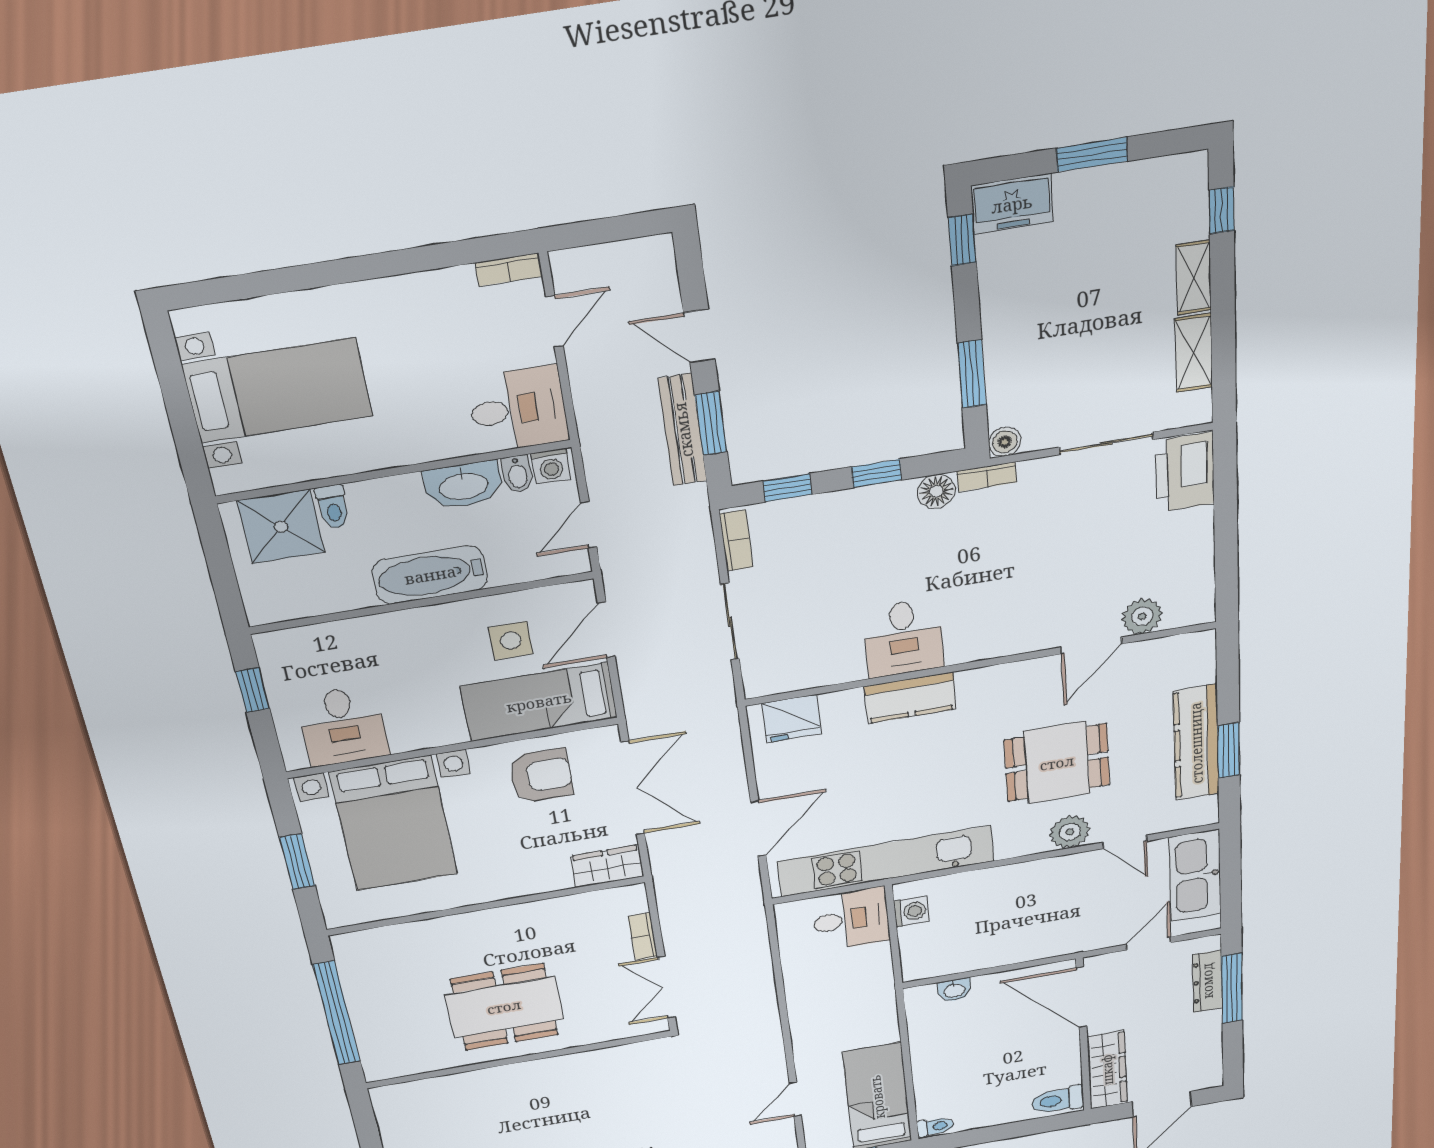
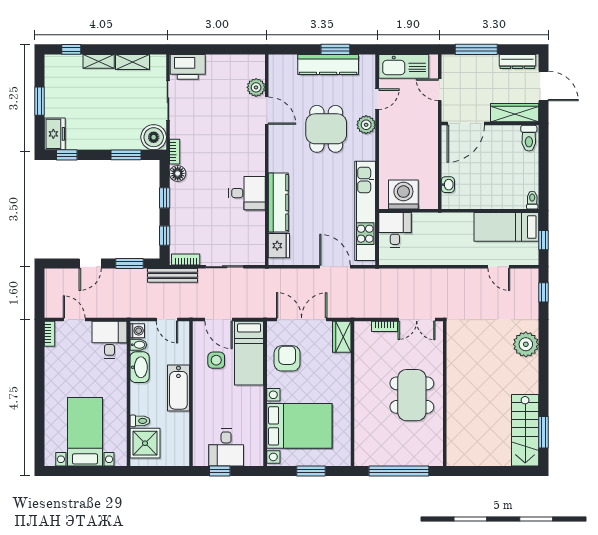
bench: (683, 430) -> (172, 275), moved
boiler: (1005, 442) -> (154, 137), width x1.86, depth x1.86
kitchen counter: (910, 698) -> (278, 202), width x1.50
desk: (343, 726) -> (226, 447), moved, turned 90
washing machine: (911, 911) -> (403, 194), width x1.89, depth x1.89
dresser: (1207, 981) -> (517, 61), moved

